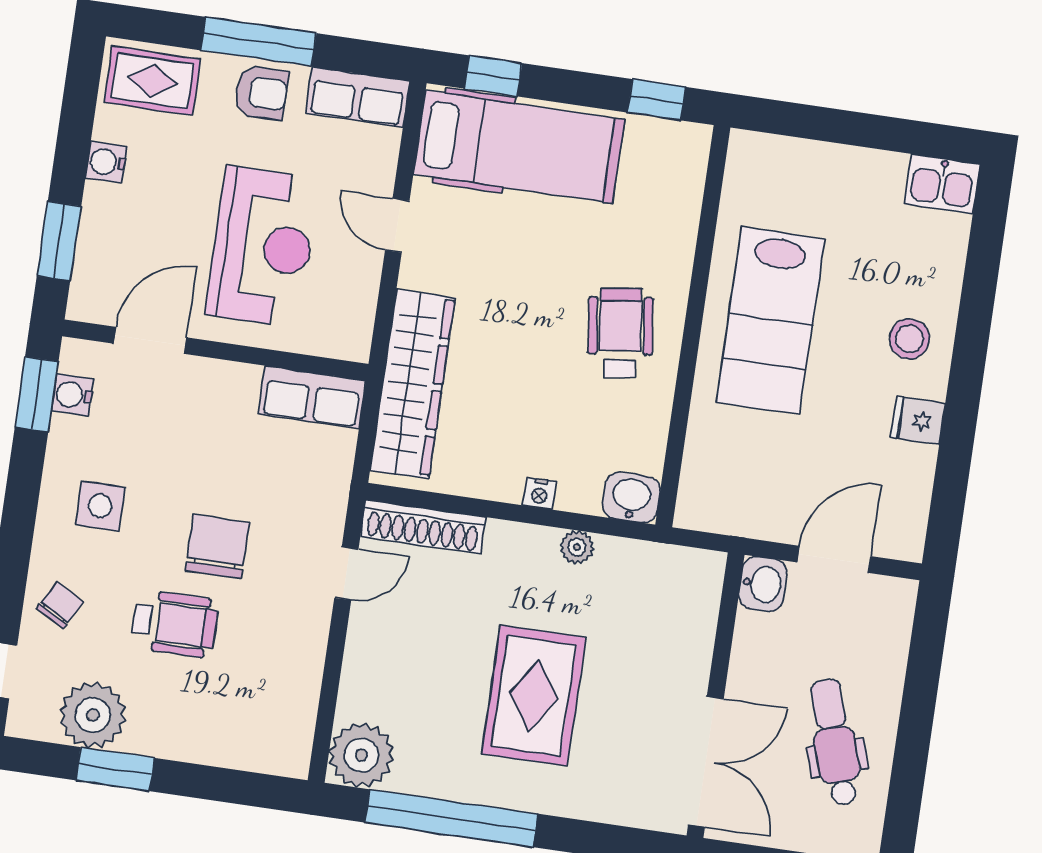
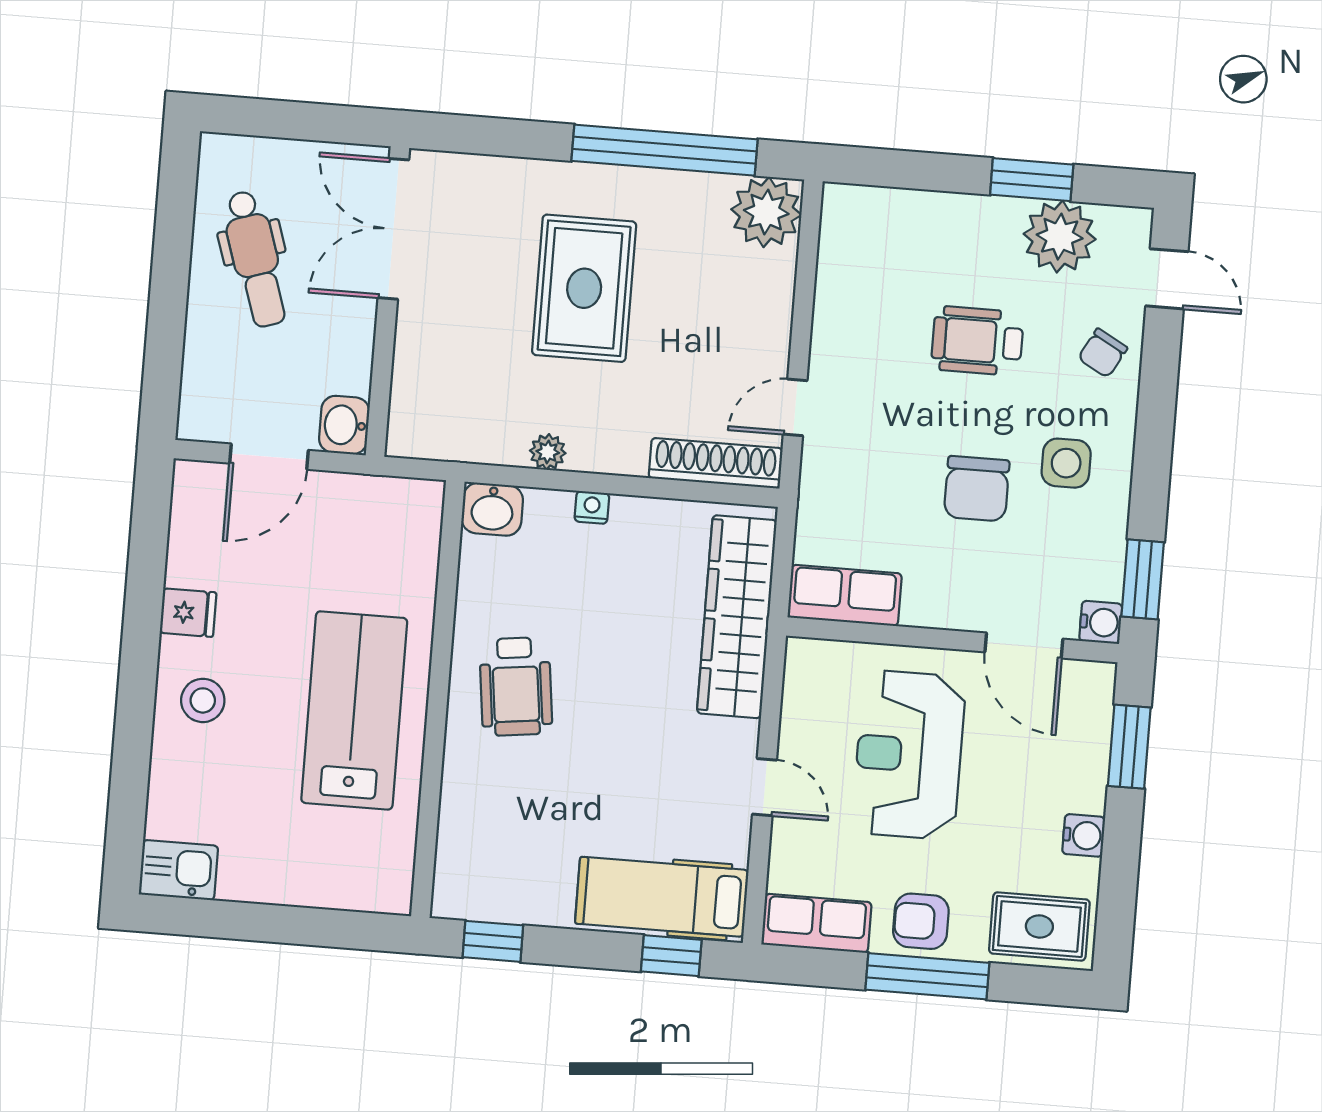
hospital bed: (519, 147) -> (662, 897), width x0.73, depth x0.78
door: (150, 340) -> (1024, 646), hinge flipped
water cooler: (72, 395) -> (1101, 622), moved
chair: (217, 547) -> (977, 489), moved

